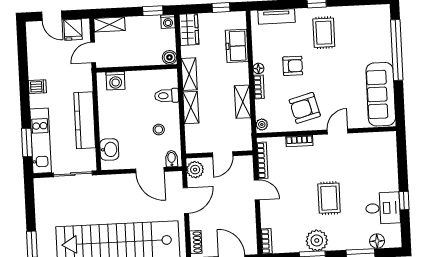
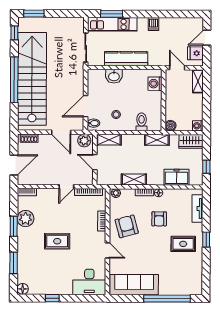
window: (153, 11) -> (207, 115), removed
shelving: (191, 108) -> (109, 140), moved
washbasin: (109, 149) -> (114, 76), moved
desk: (383, 208) -> (89, 282), moved, width x1.37
plant: (317, 240) -> (26, 219), moved
floor lamp: (377, 241) -> (23, 289), moved

